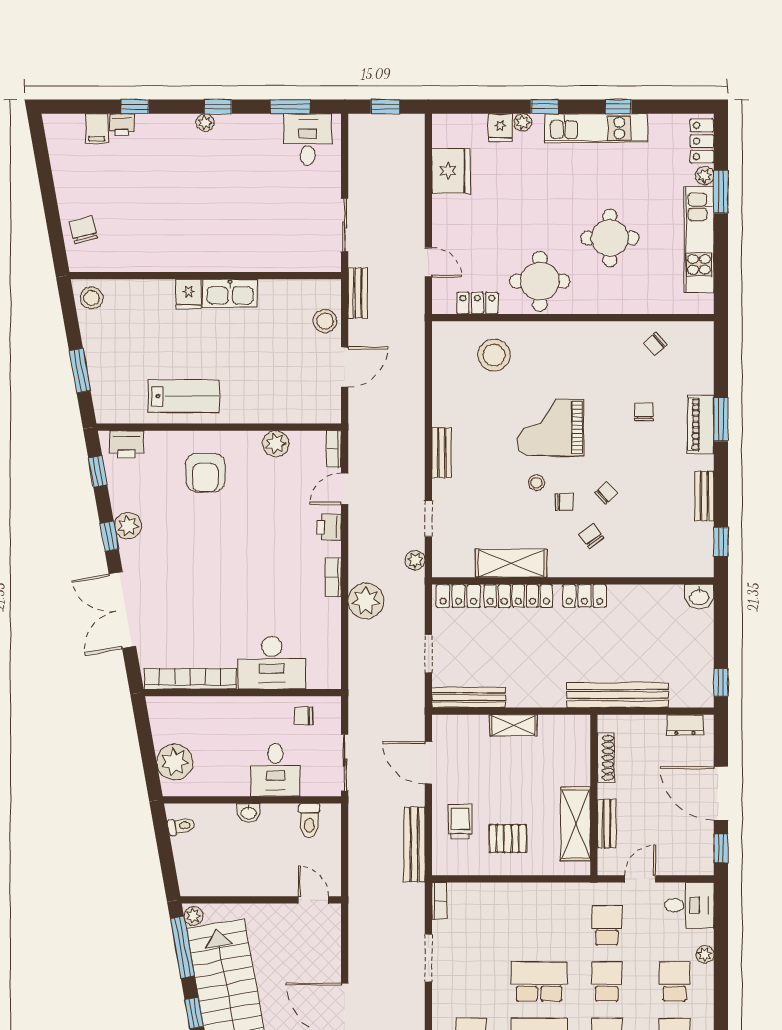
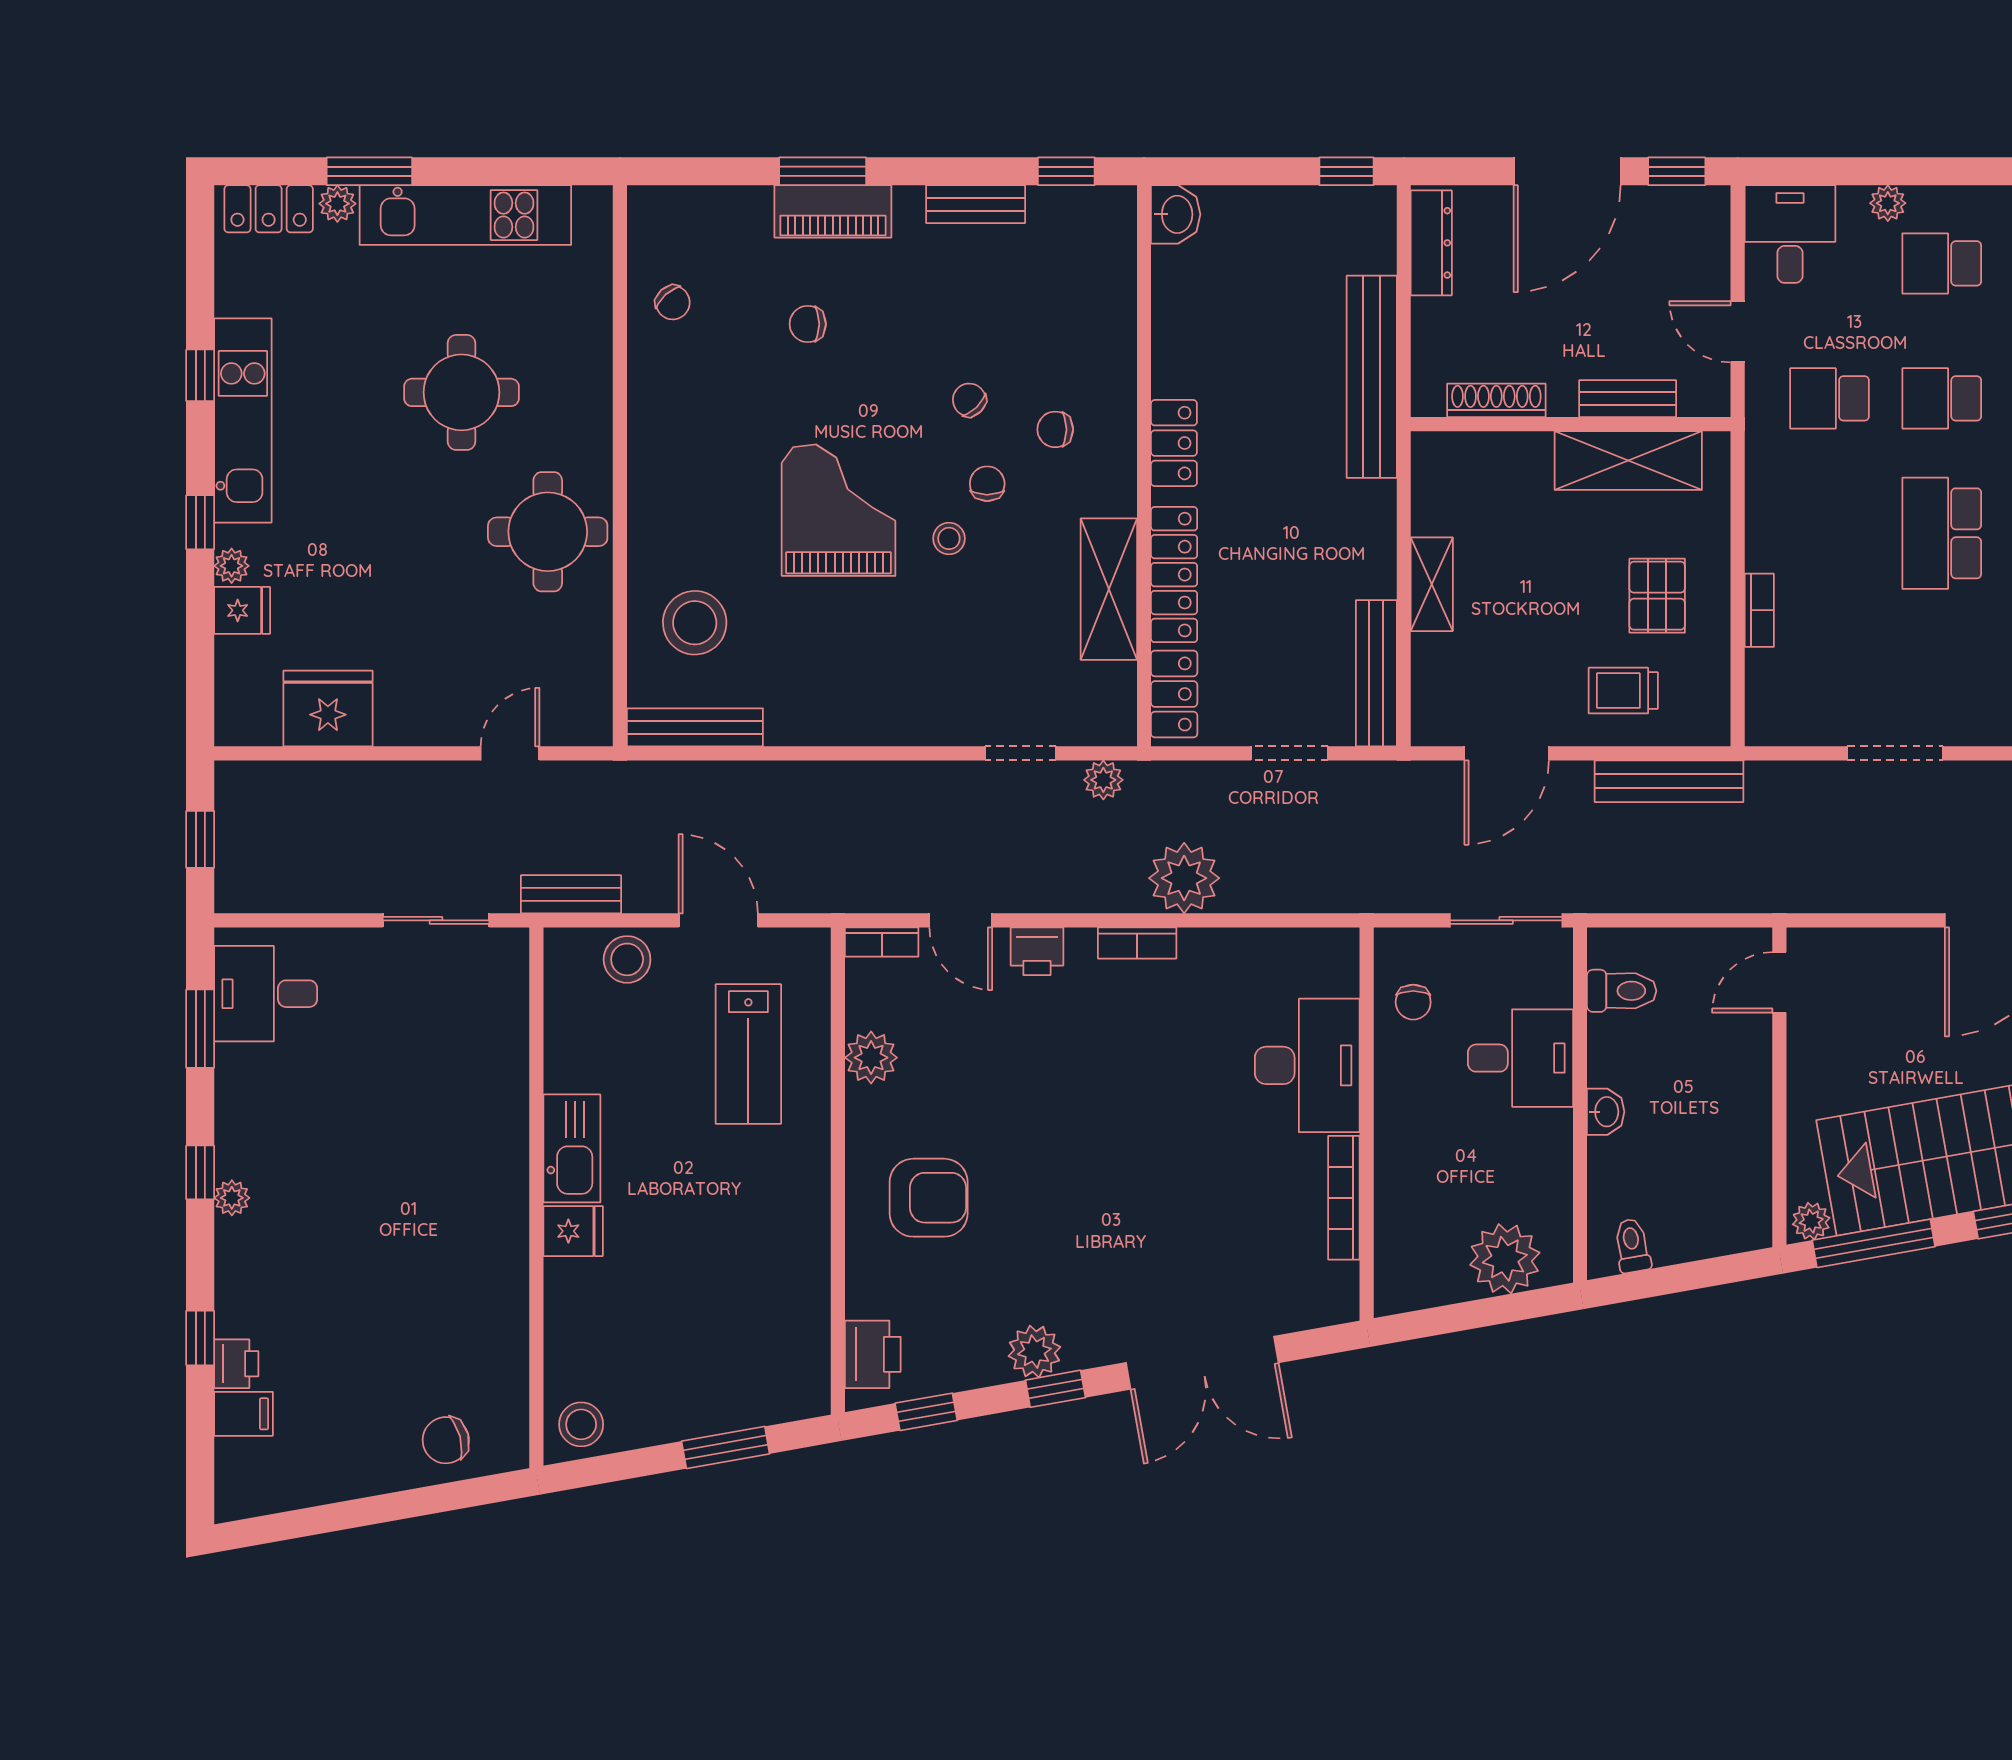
locker: (477, 303) -> (591, 656), removed
lab bench: (184, 396) -> (748, 1054), moved, turned 180
grand piano: (551, 427) -> (839, 510), turned 180
bench: (442, 453) -> (695, 727), moved, width x1.36
chair: (591, 536) -> (1055, 429), turned 37
bookcase: (190, 679) -> (1344, 1198), width x0.68, depth x0.76
dresser: (685, 725) -> (1431, 243), width x1.44
bookcase: (439, 901) -> (1759, 610), moved, turned 90

